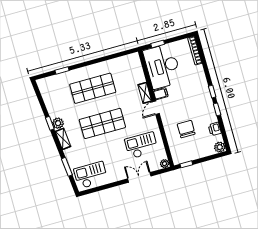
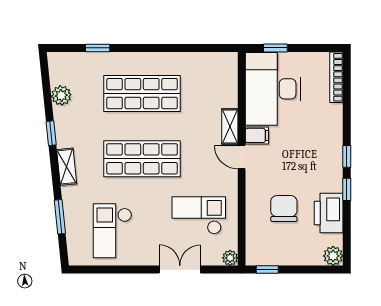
door: (156, 108) -> (242, 157), hinge flipped
plant: (58, 123) -> (61, 95), moved
printer: (215, 129) -> (329, 213), width x1.87, depth x1.48
checkout: (91, 175) -> (112, 231), moved, turned -90

